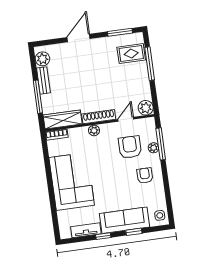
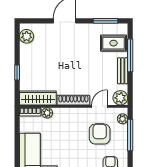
bench: (43, 80) -> (123, 71), moved
window: (38, 97) -> (17, 72), width x0.46
plant: (94, 130) -> (47, 113), moved
plant: (154, 148) -> (122, 119), moved

